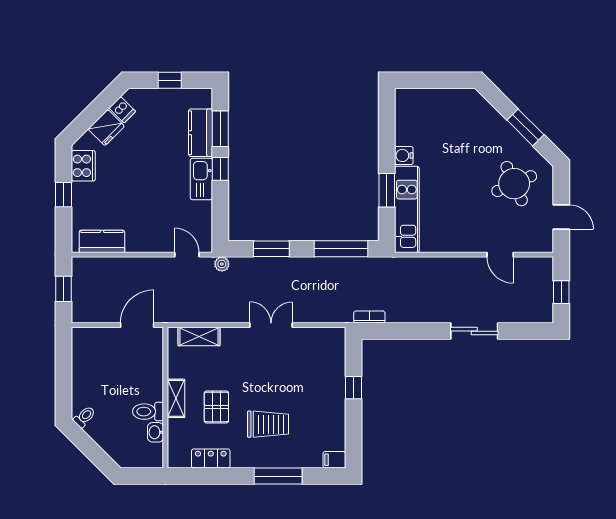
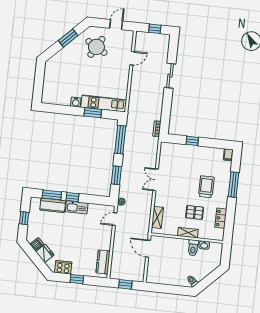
round table: (514, 184) -> (96, 47), turned -36

